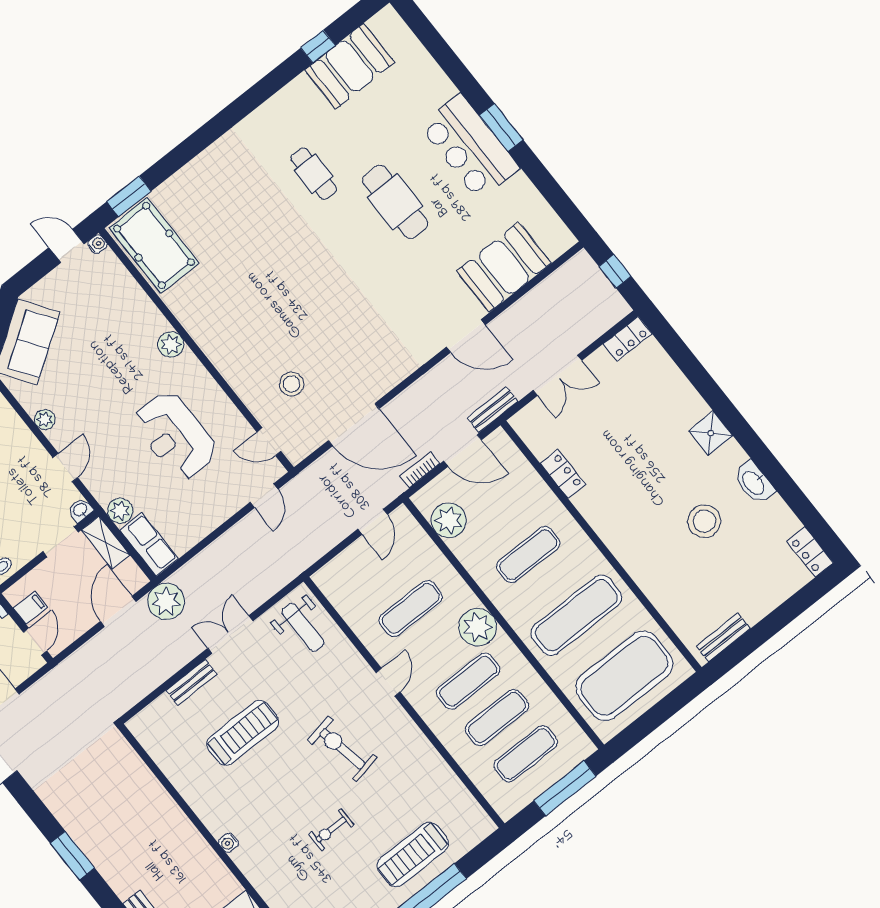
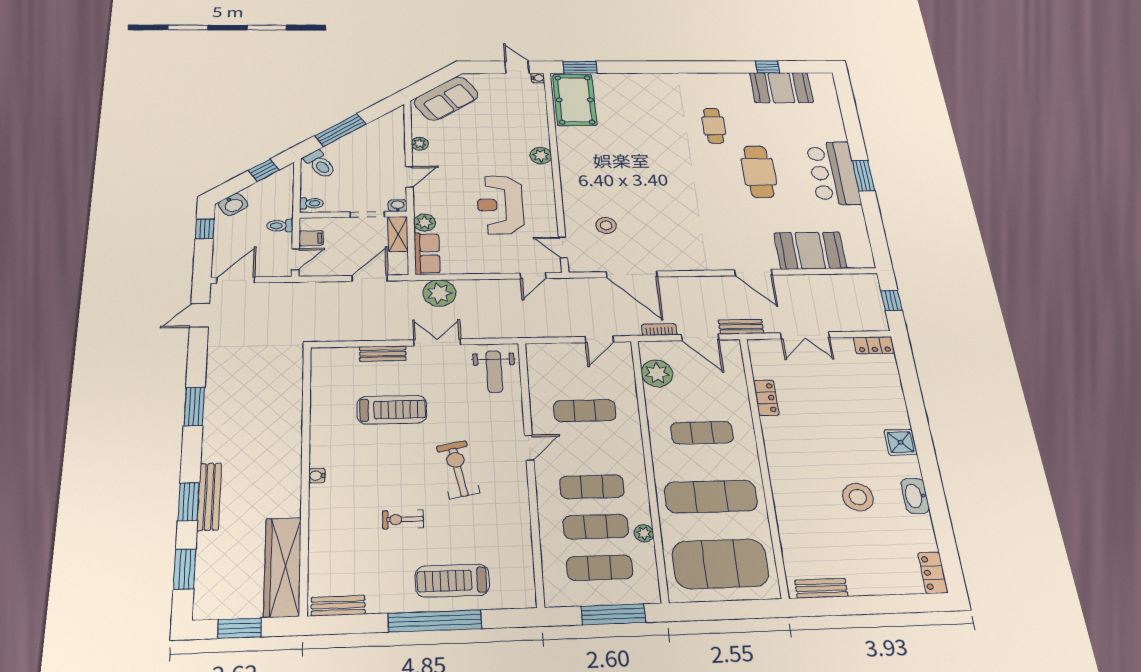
plant: (166, 601) -> (439, 293), moved
plant: (478, 627) -> (644, 533), moved, width x0.53, depth x0.53

